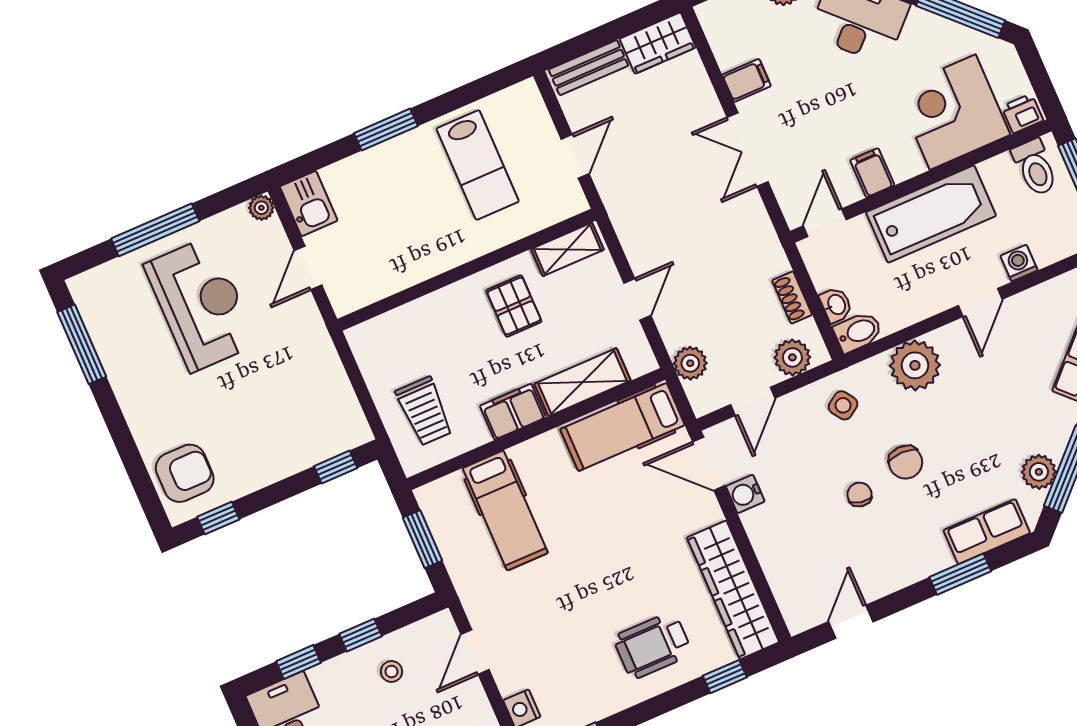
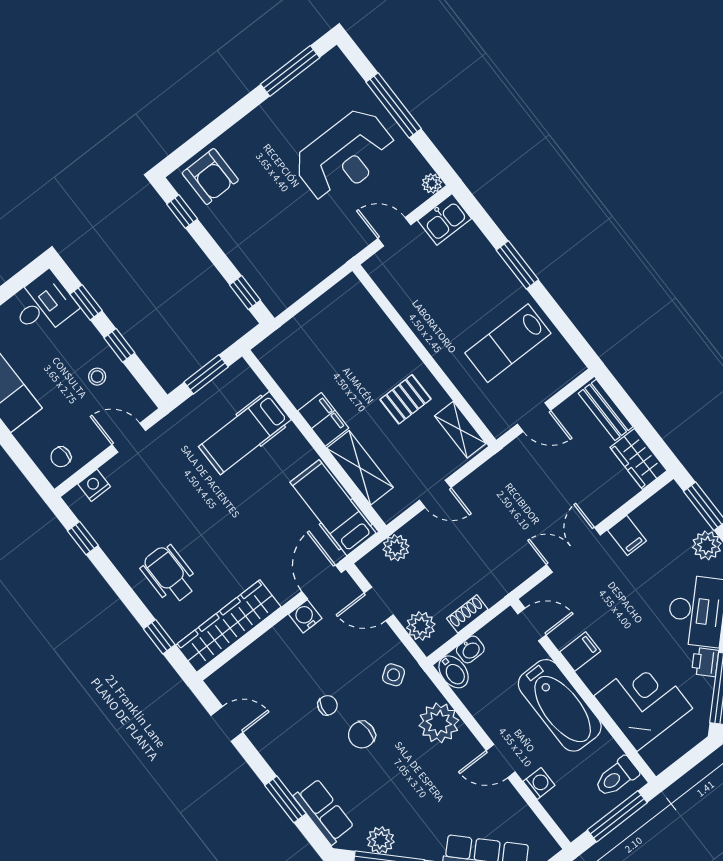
printer: (1022, 113) -> (705, 662), moved, turned -135
trolley: (424, 411) -> (306, 351), removed

